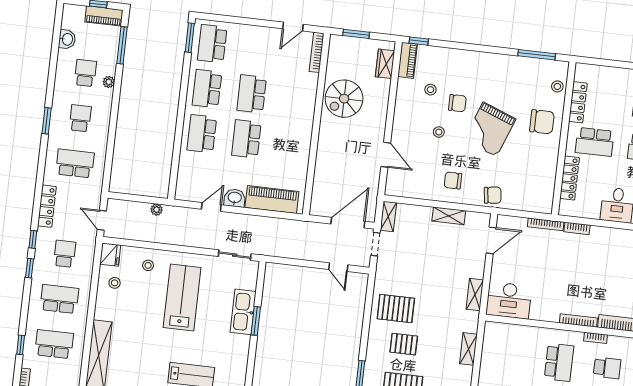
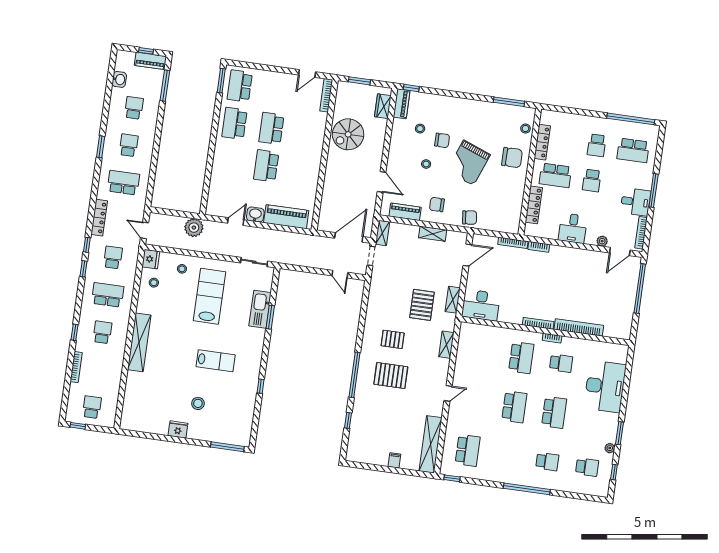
plant: (109, 82) -> (153, 116), removed
school desk: (202, 134) -> (229, 161), removed
piano: (415, 190) -> (405, 212), added
plant: (157, 210) -> (194, 228), width x1.88, depth x1.88
pallet: (396, 309) -> (422, 305), moved, turned 90
school desk: (54, 344) -> (102, 332), width x0.54

